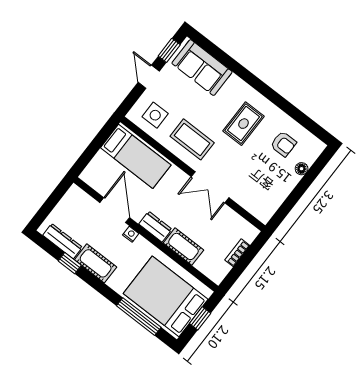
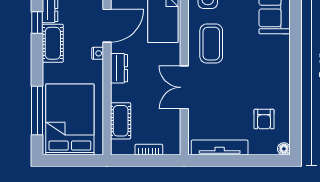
rug: (243, 124) -> (256, 75), removed
floor lamp: (302, 169) -> (284, 149), moved
tv unit: (279, 196) -> (220, 148), added
cot: (183, 246) -> (121, 121), moved
window: (200, 318) -> (74, 161), removed

